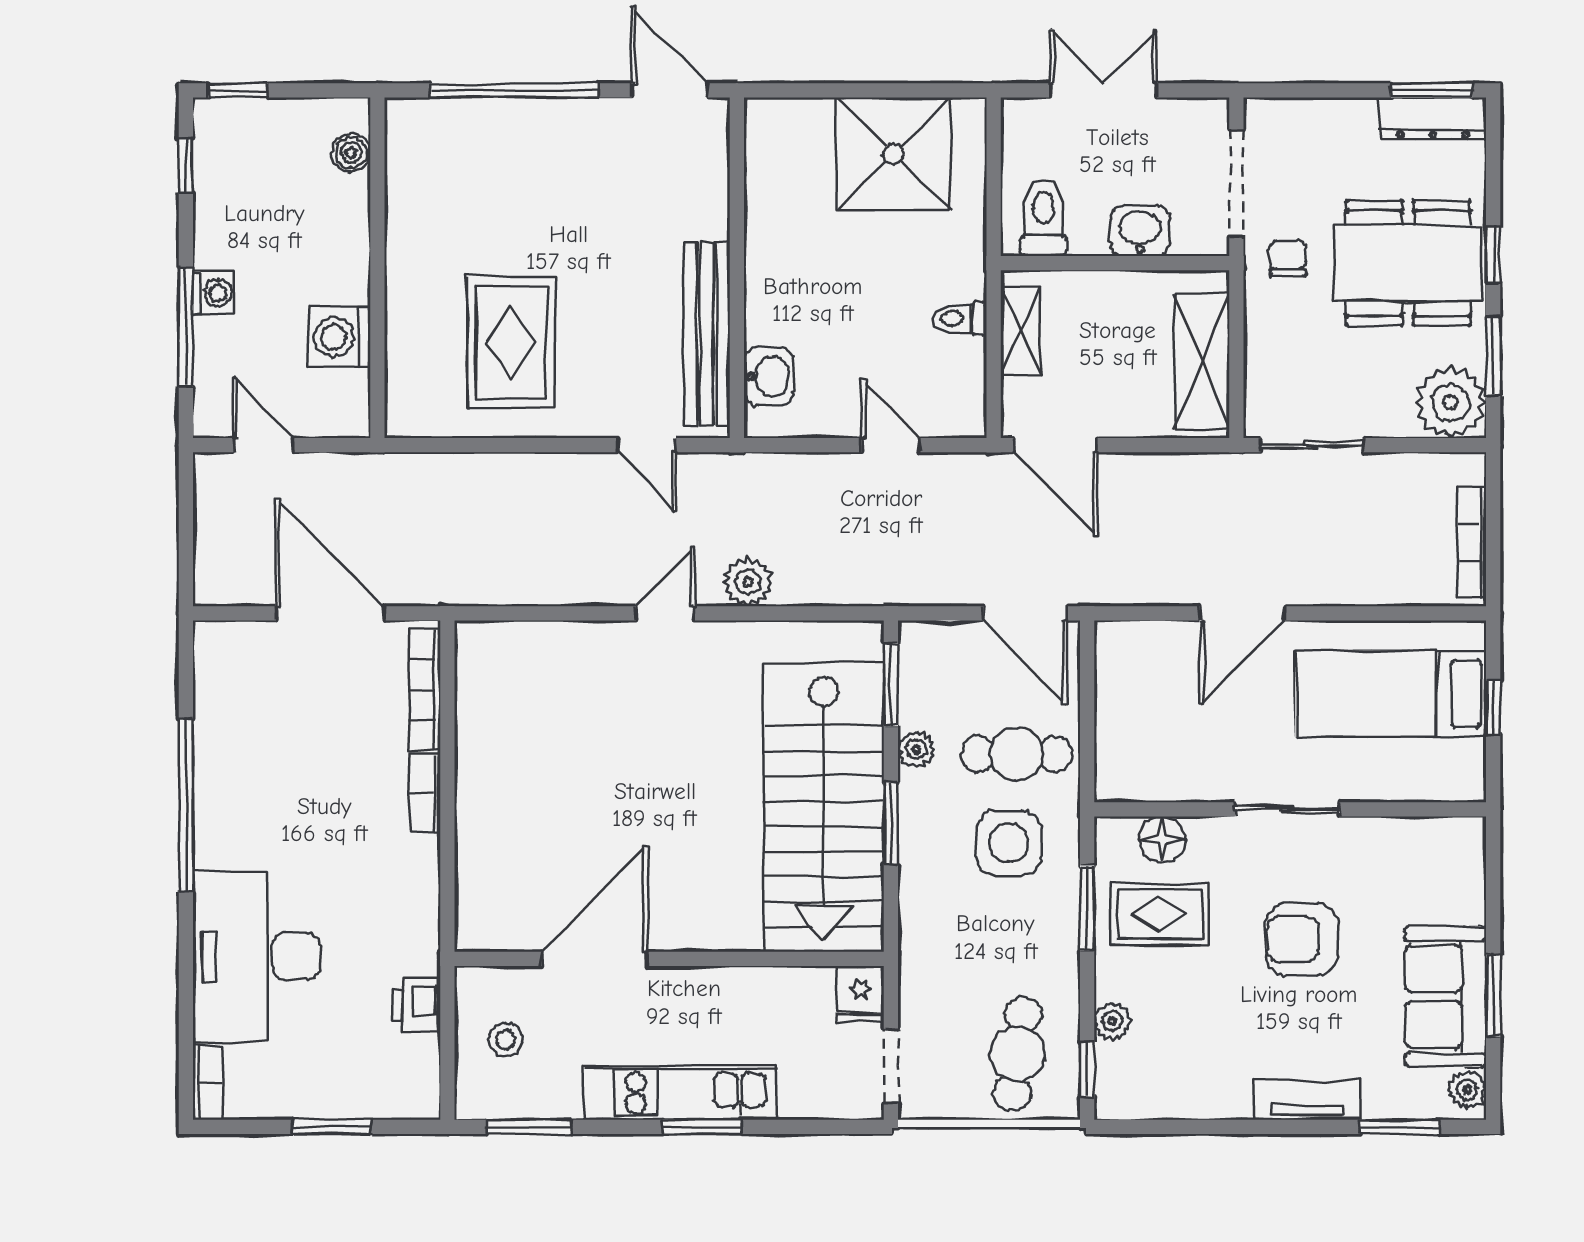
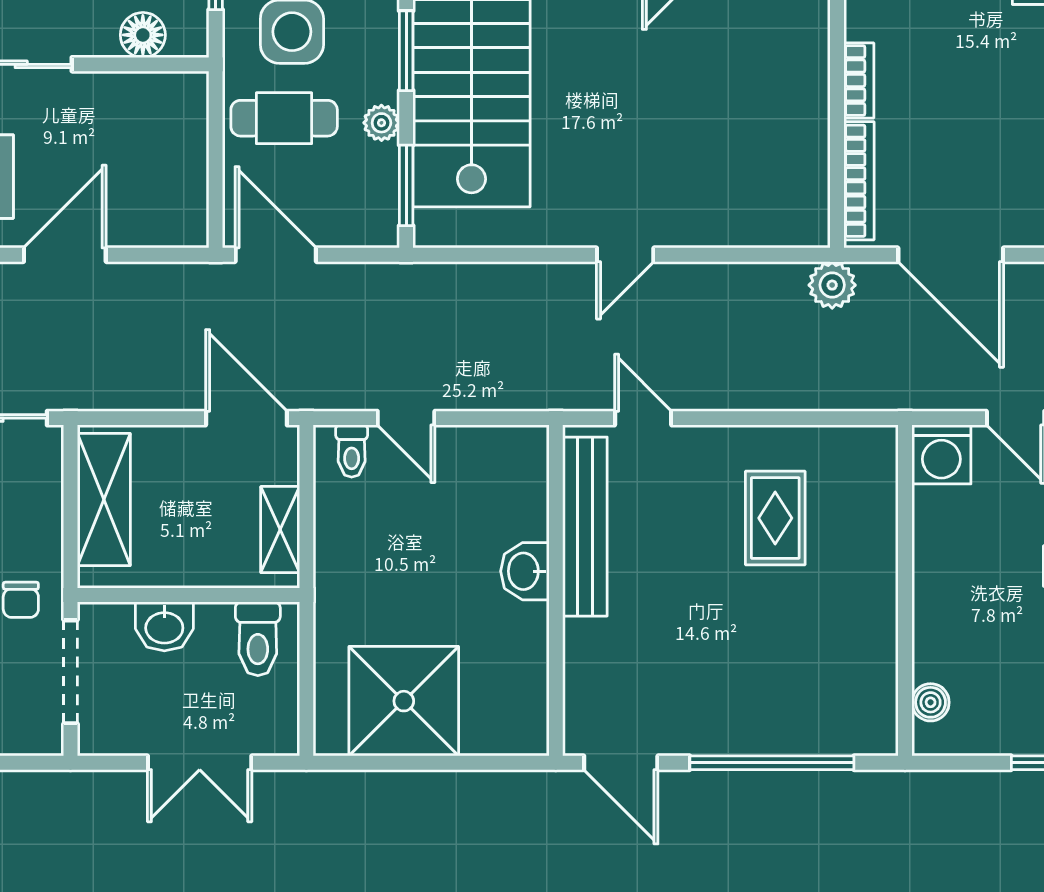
toilet: (960, 319) -> (352, 451), moved, turned 90
washing machine: (340, 337) -> (941, 454), moved, turned 90
rug: (511, 342) -> (775, 518), width x0.73, depth x0.70
washbasin: (769, 376) -> (525, 571), moved
plant: (748, 582) -> (832, 285), moved

